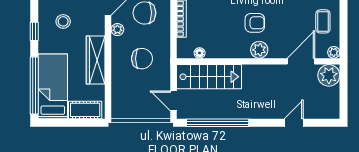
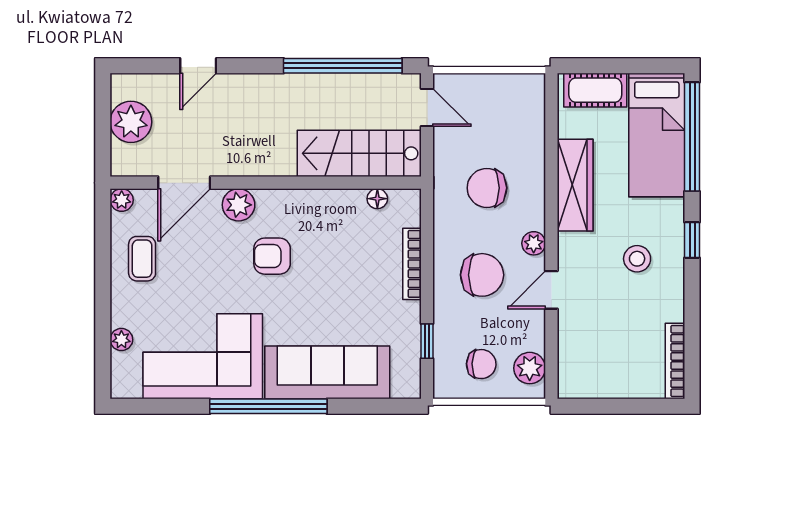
plant: (259, 50) -> (239, 205), moved
plant: (329, 75) -> (131, 122), moved

